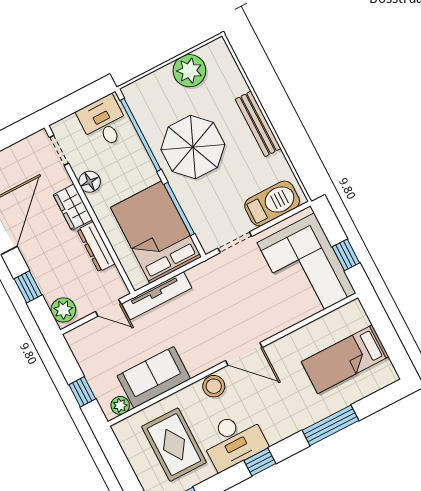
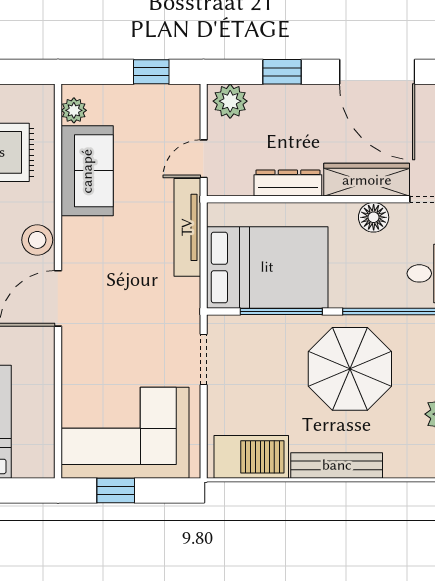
barbecue: (272, 203) -> (251, 457), moved, turned -90
wardrobe: (73, 207) -> (367, 180), width x1.50
window: (82, 392) -> (151, 72), moved

